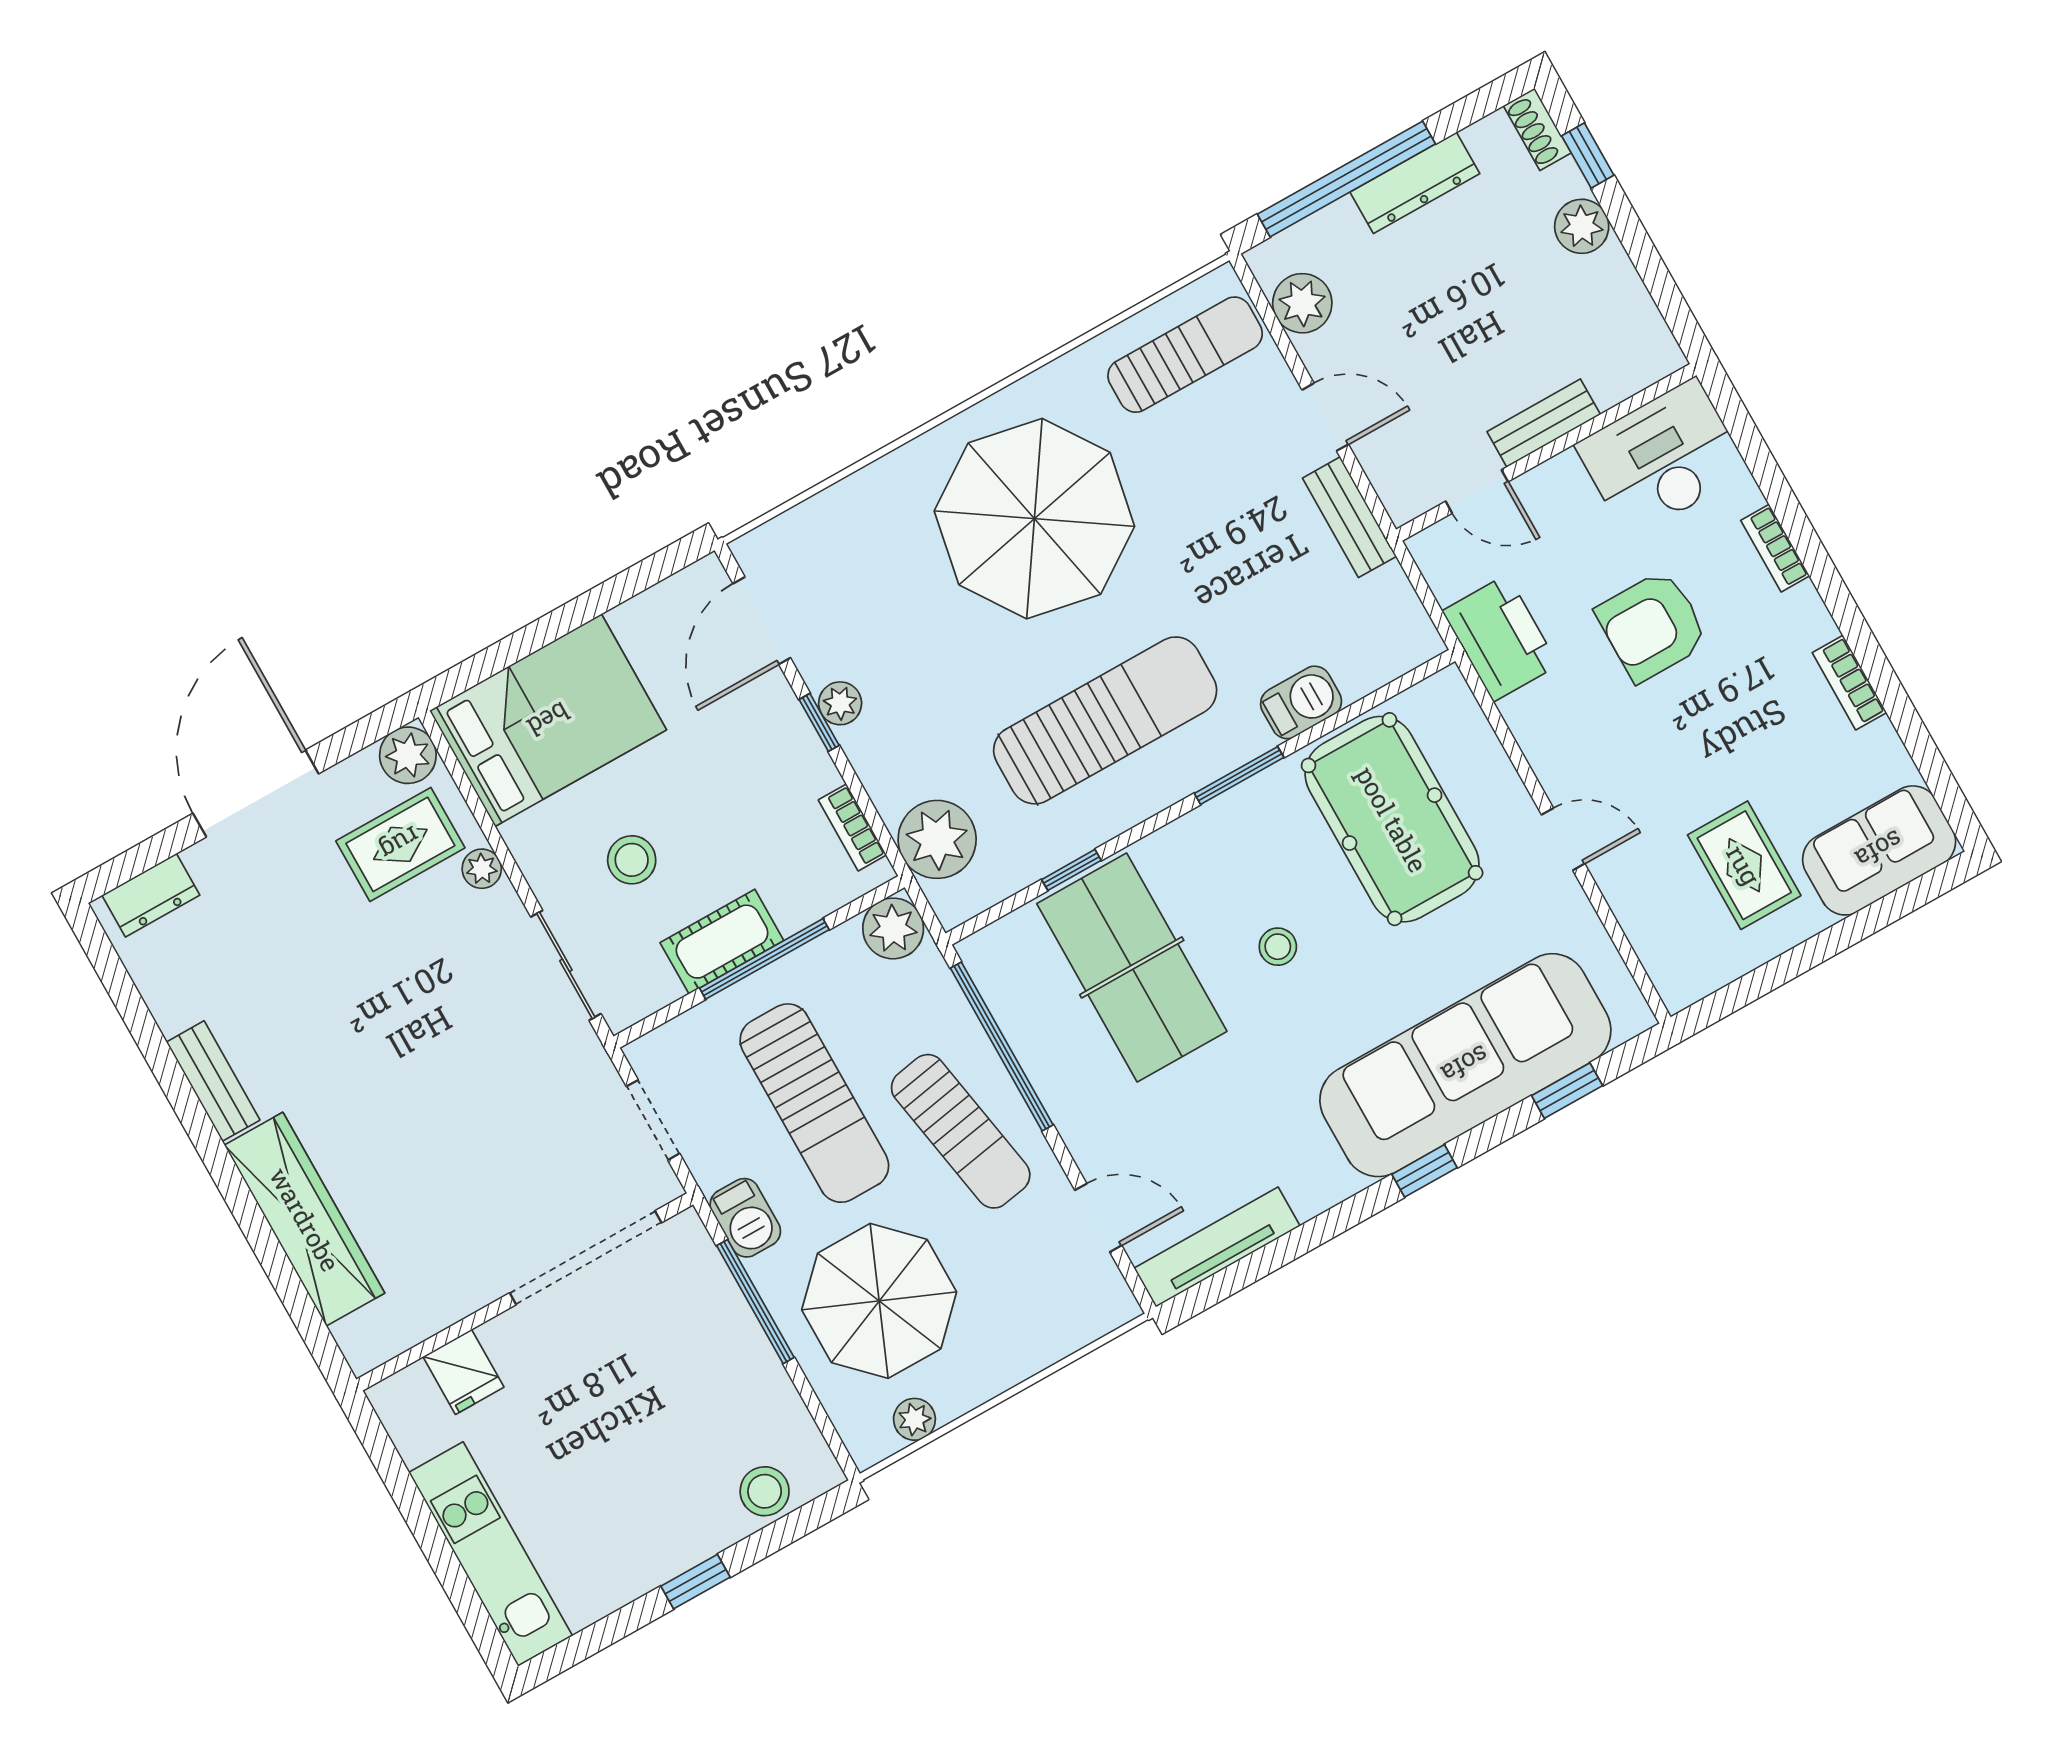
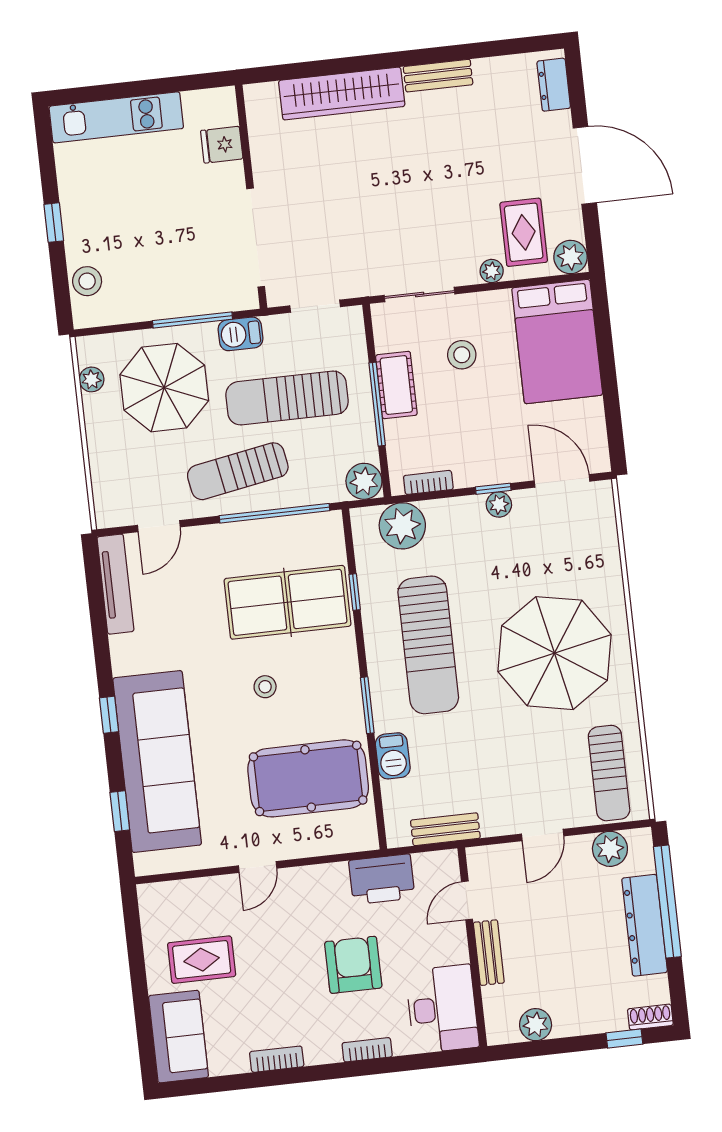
dresser: (1415, 183) -> (645, 925), width x1.37, depth x1.24
plant: (1582, 226) -> (536, 1025), moved
bench: (1349, 517) -> (445, 829), moved

